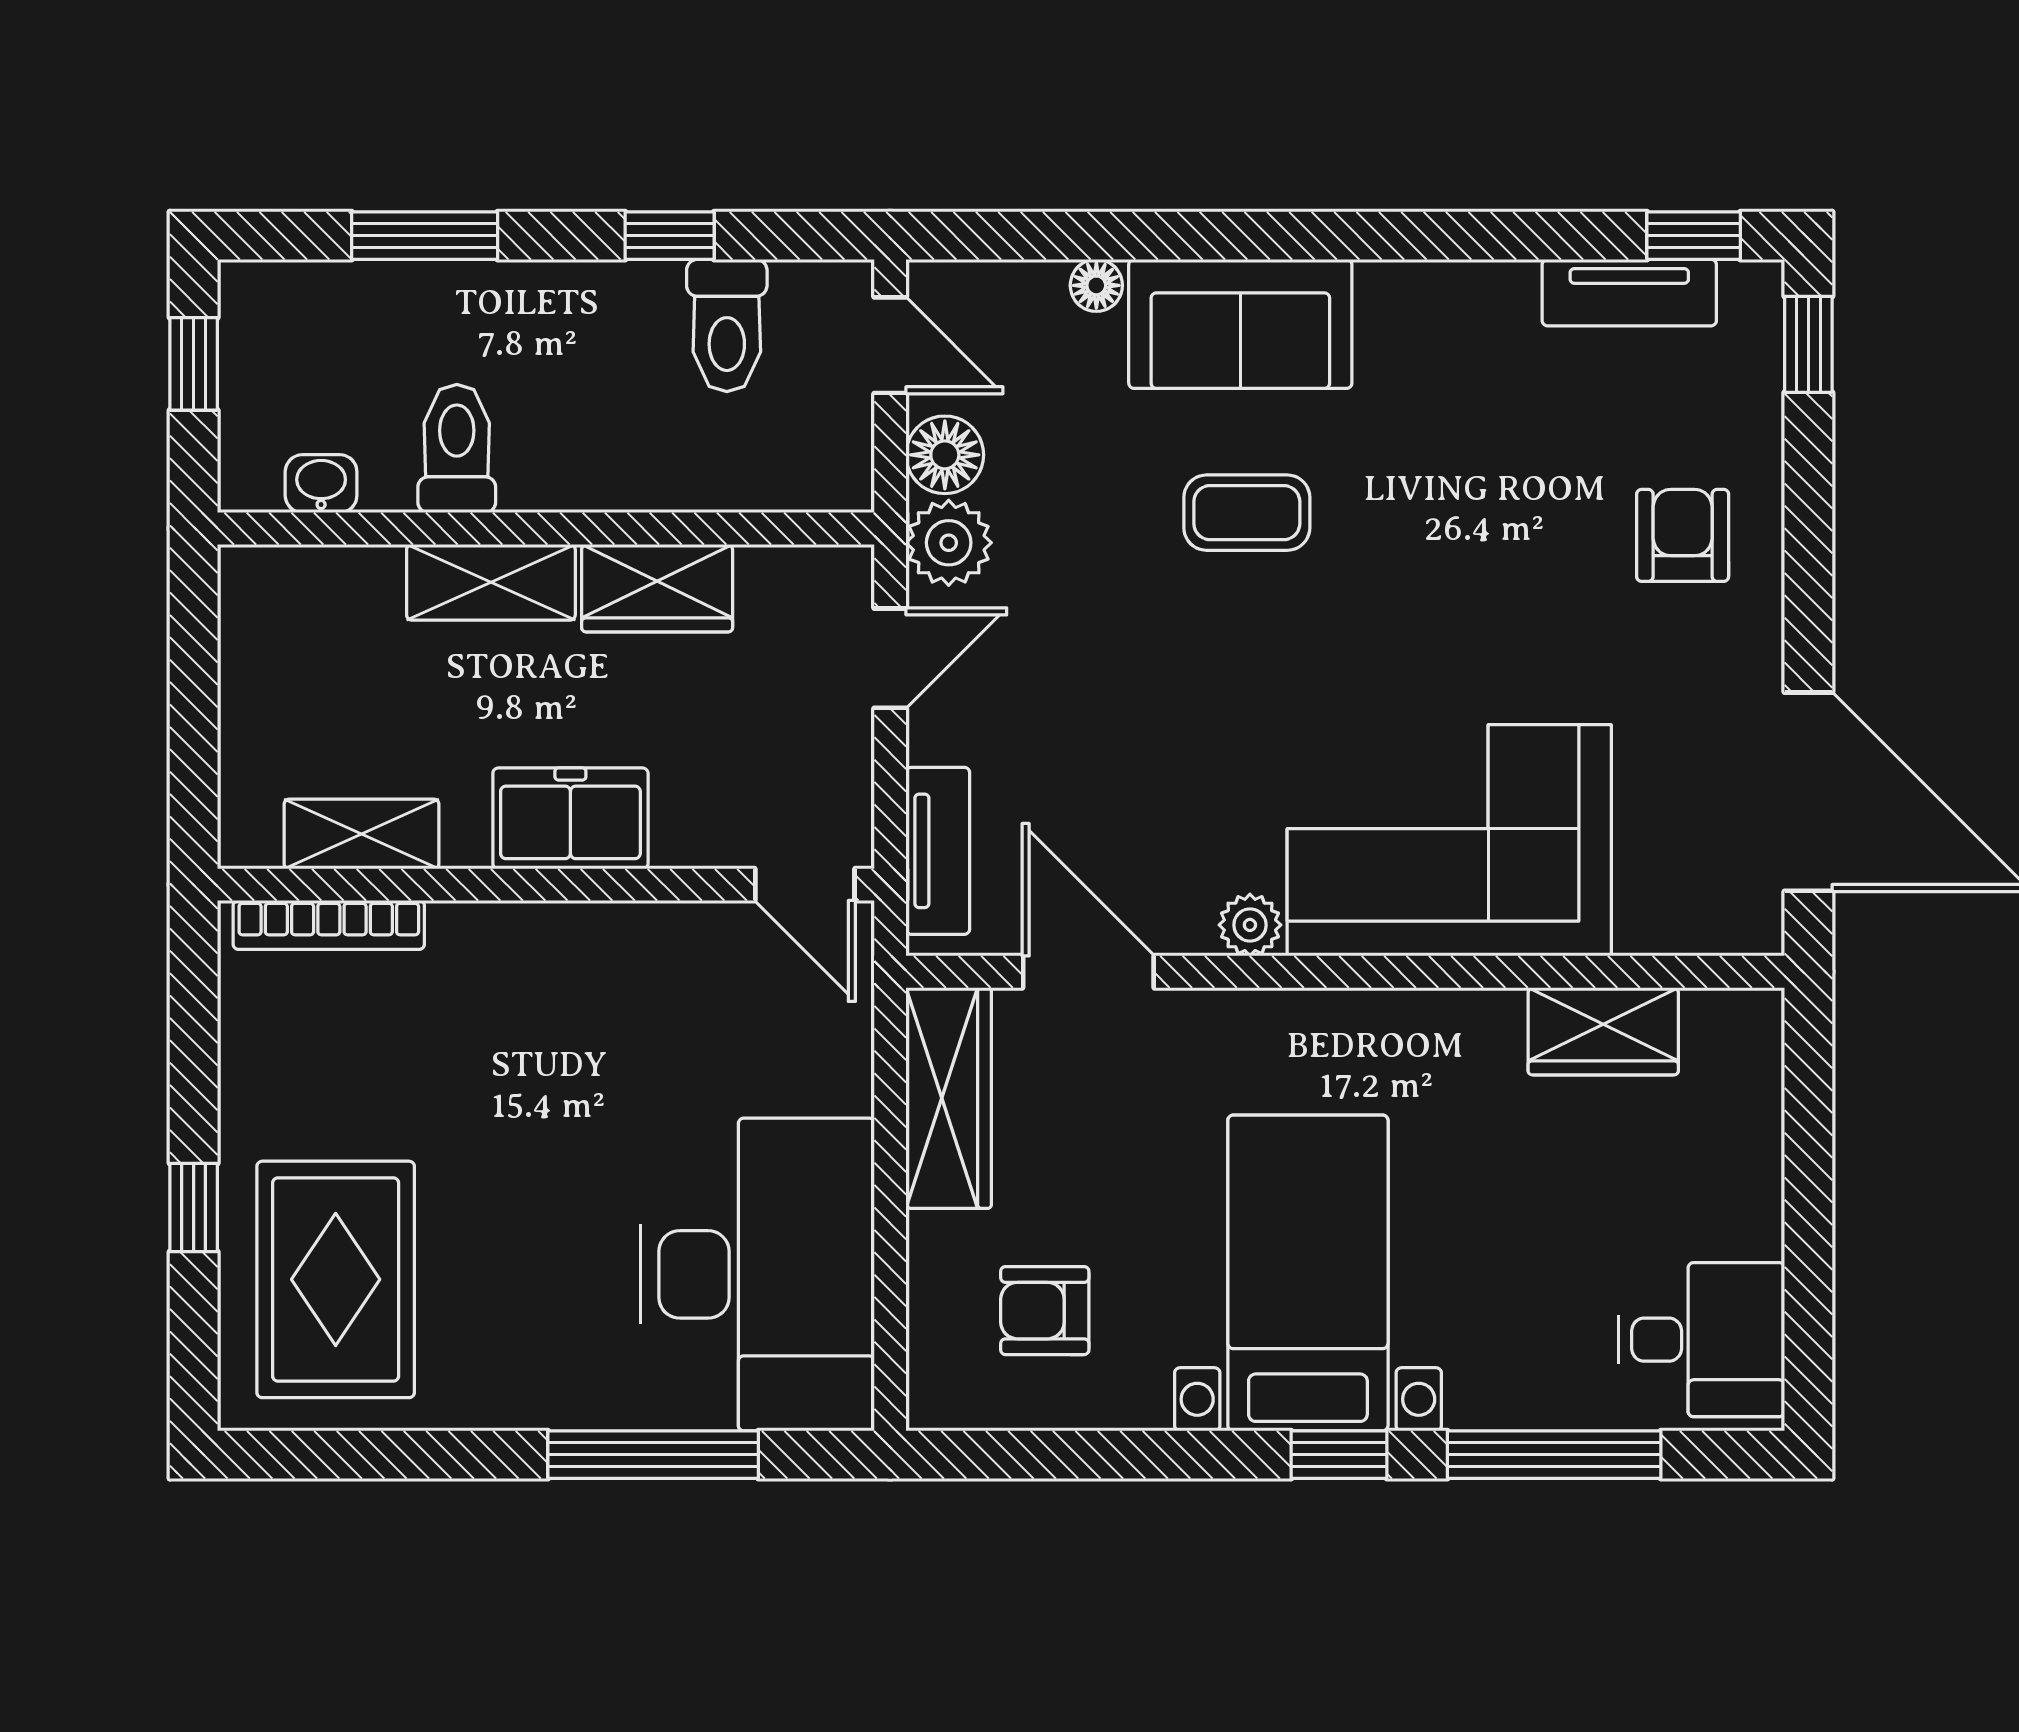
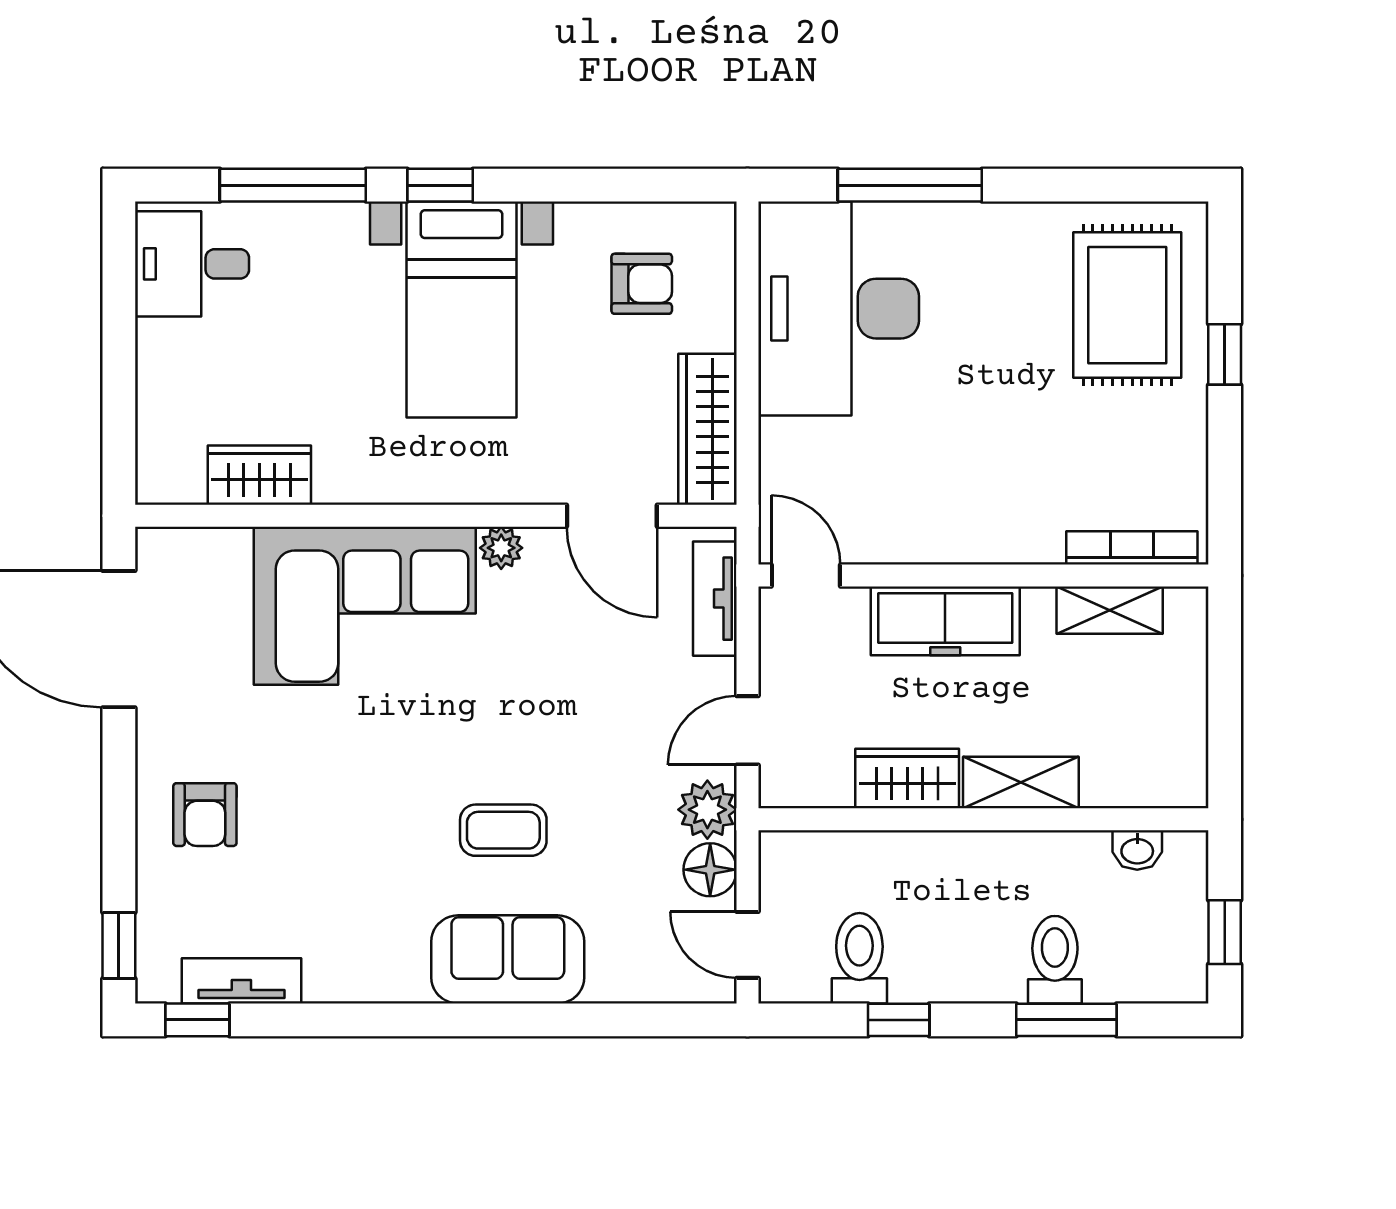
floor lamp: (1096, 285) -> (606, 986), removed
toilet: (457, 449) -> (1055, 960), moved, turned 180
freezer: (570, 818) -> (945, 621), width x1.40

